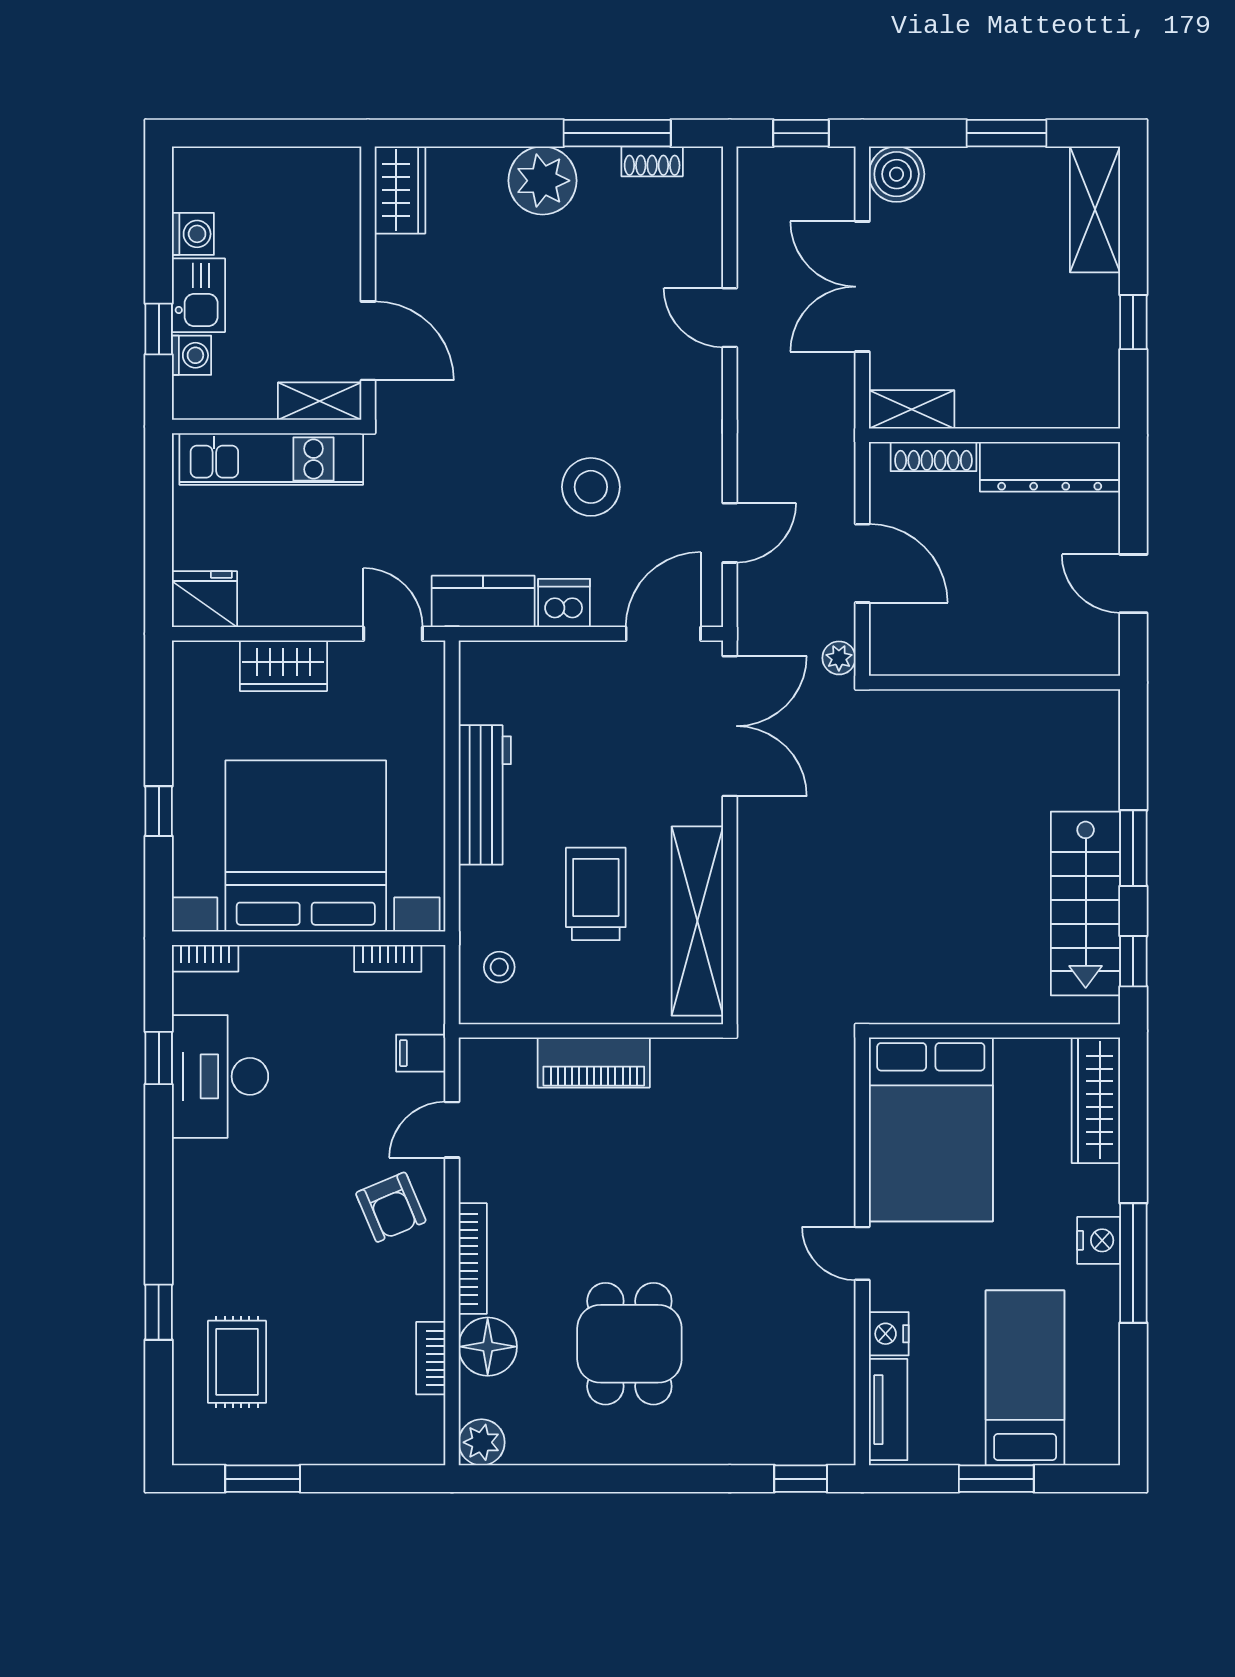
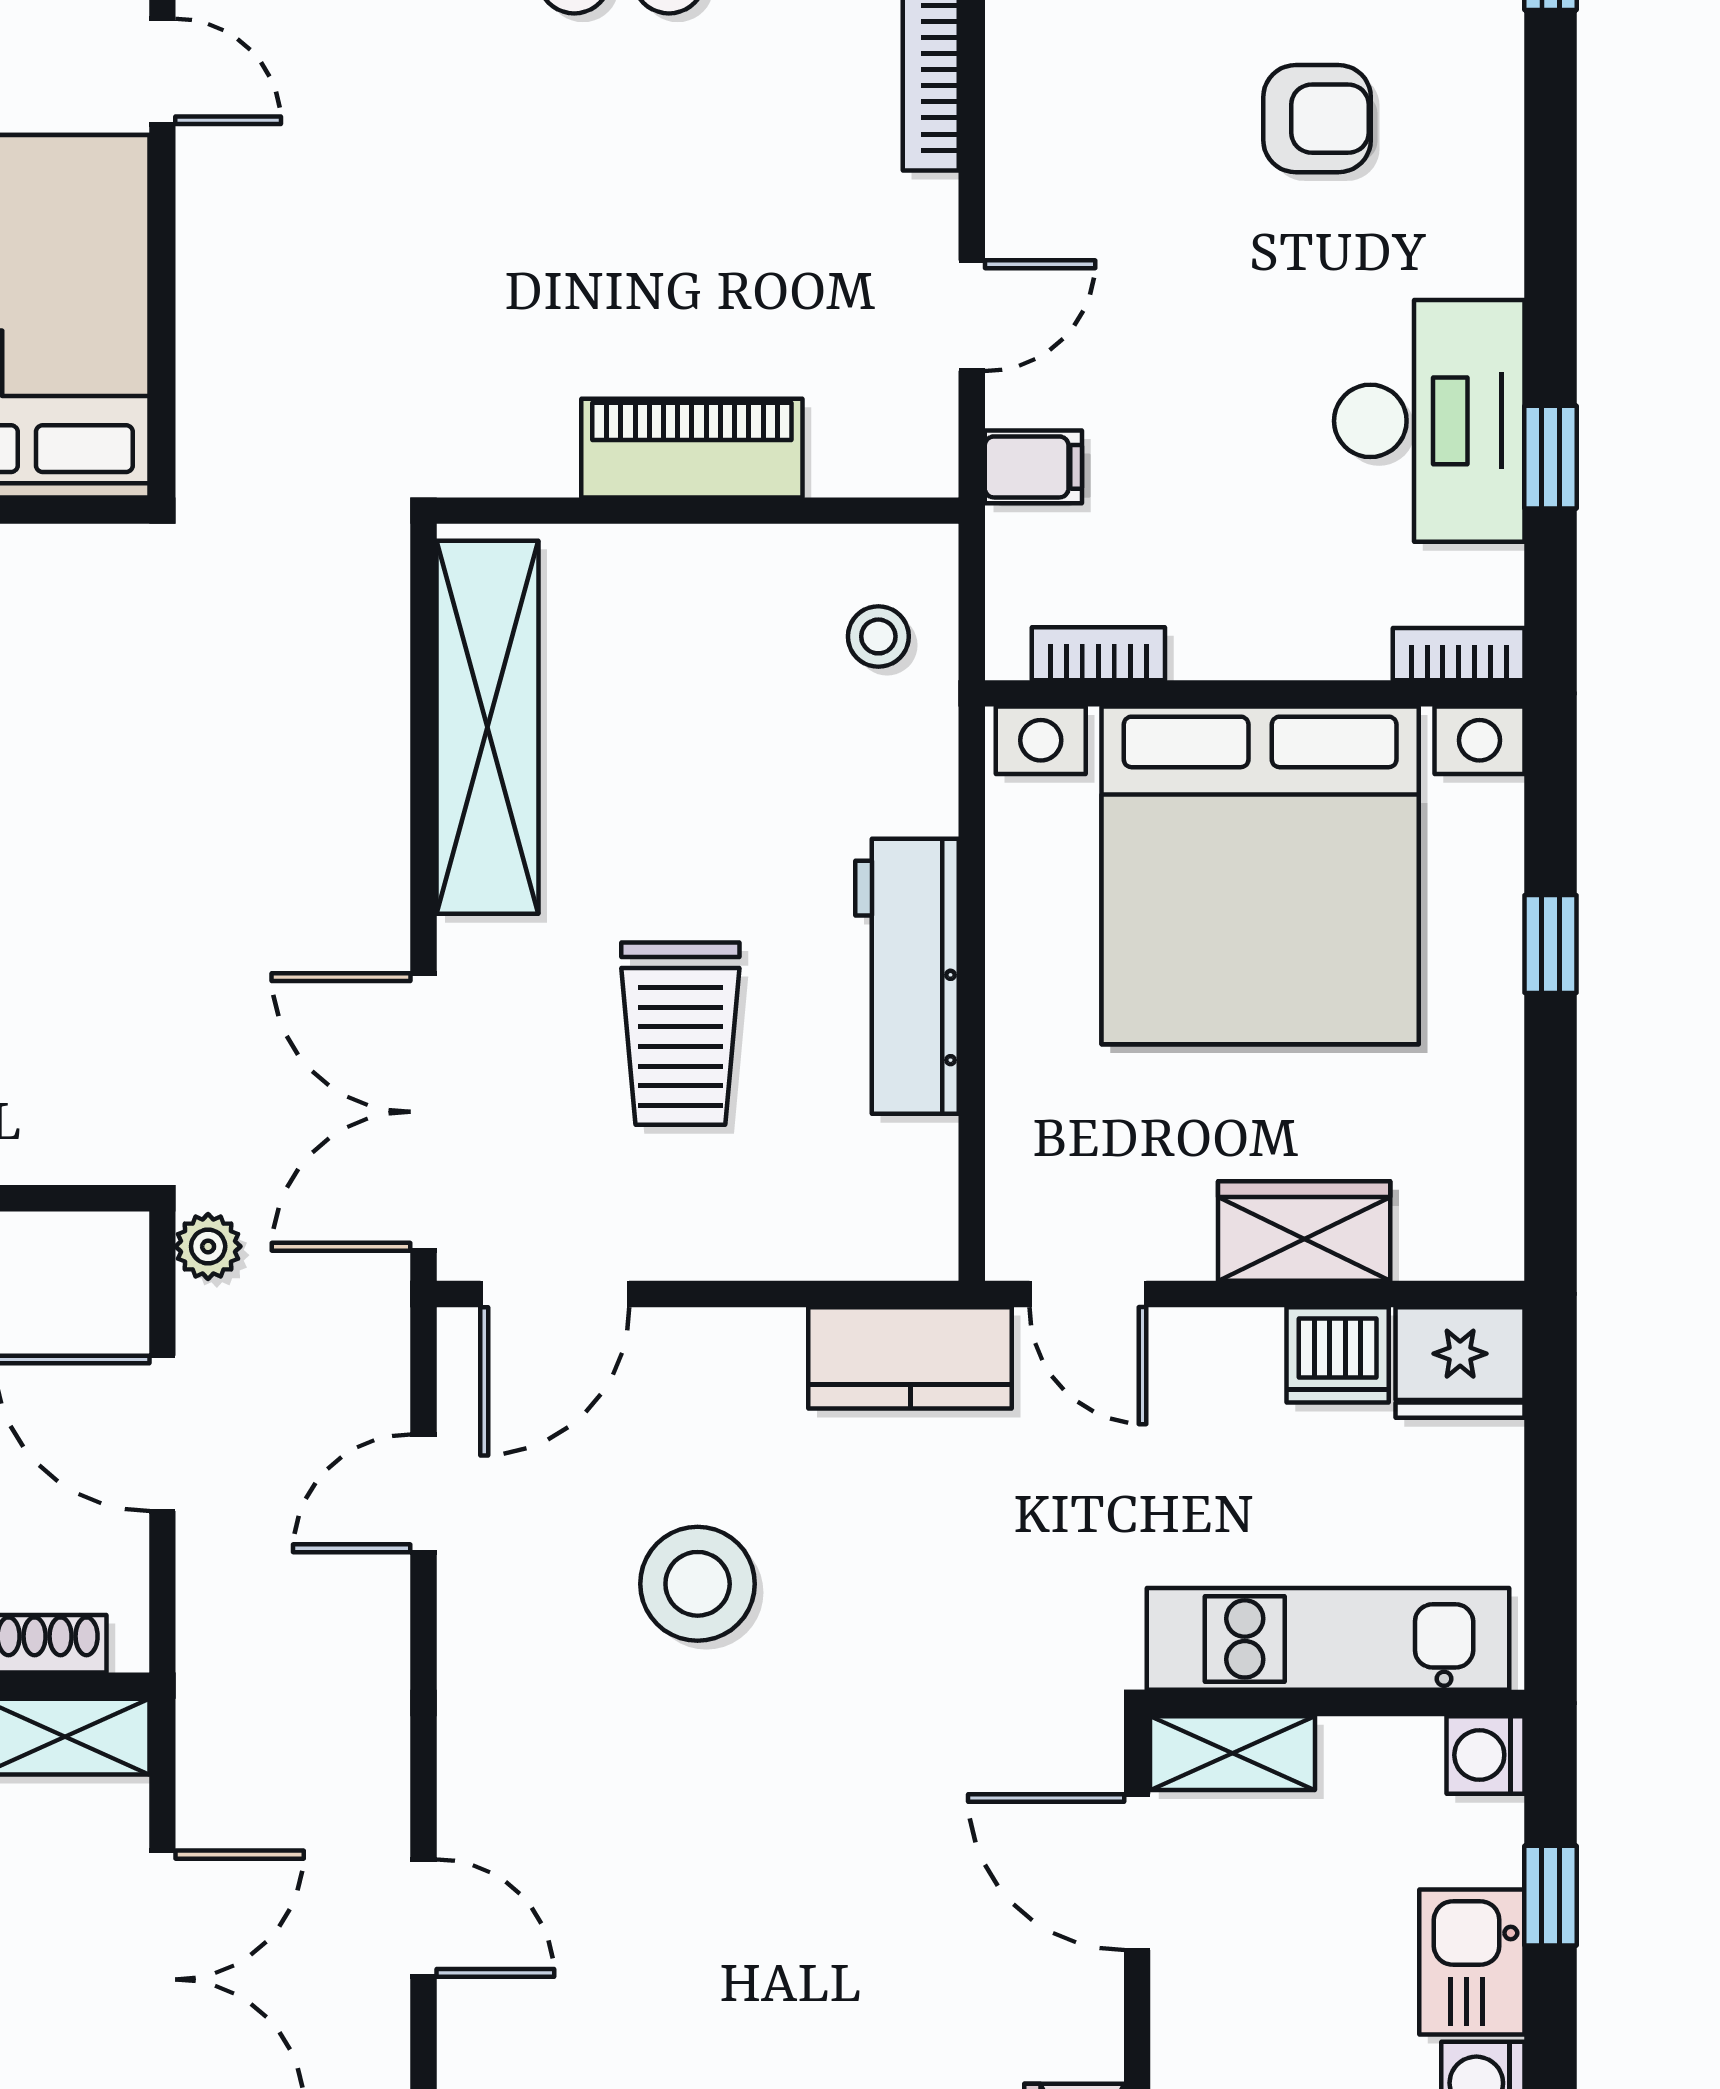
washing machine: (191, 355) -> (1486, 1755), moved
dishwasher: (564, 603) -> (1338, 1355), moved
trolley: (596, 894) -> (680, 1034), moved
armchair: (391, 1207) -> (1317, 119), moved, turned 113

